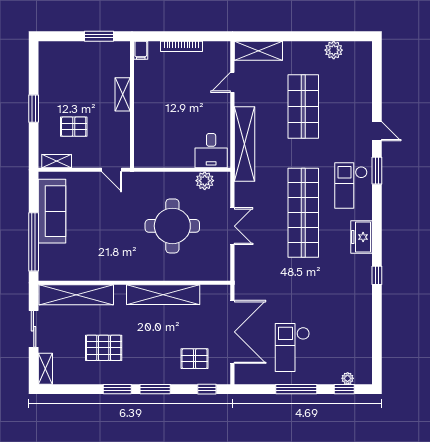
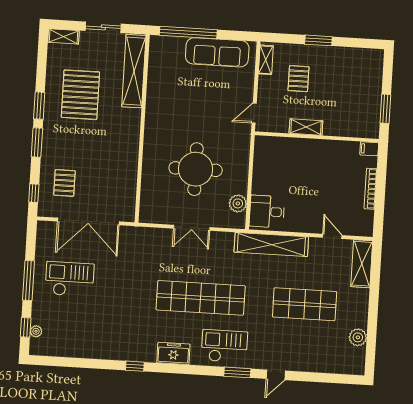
shelving: (123, 94) -> (306, 127), moved
shelving: (163, 295) -> (129, 156), removed
pallet: (104, 348) -> (80, 95), width x1.37, depth x1.41

